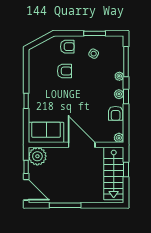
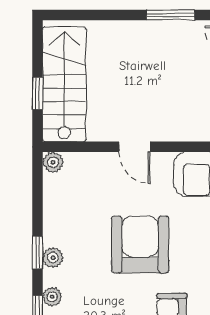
armchair: (116, 113) -> (140, 245), moved, width x1.88, depth x1.88
door: (82, 145) -> (134, 147), width x0.53
window: (65, 205) -> (171, 15), width x0.69

